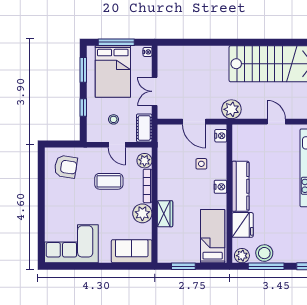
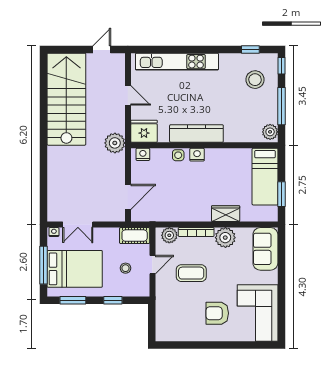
double door: (155, 91) -> (78, 225), moved
door: (194, 122) -> (128, 197), moved
door: (276, 122) -> (128, 95), swing flipped
side table: (201, 164) -> (178, 155), moved
armchair: (66, 167) -> (217, 313), moved, turned -99
coffee table: (109, 181) -> (191, 273), turned 90
fridge: (243, 225) -> (144, 131), moved
bed: (213, 236) -> (265, 177), moved, turned -90
stool: (264, 253) -> (255, 80), moved

